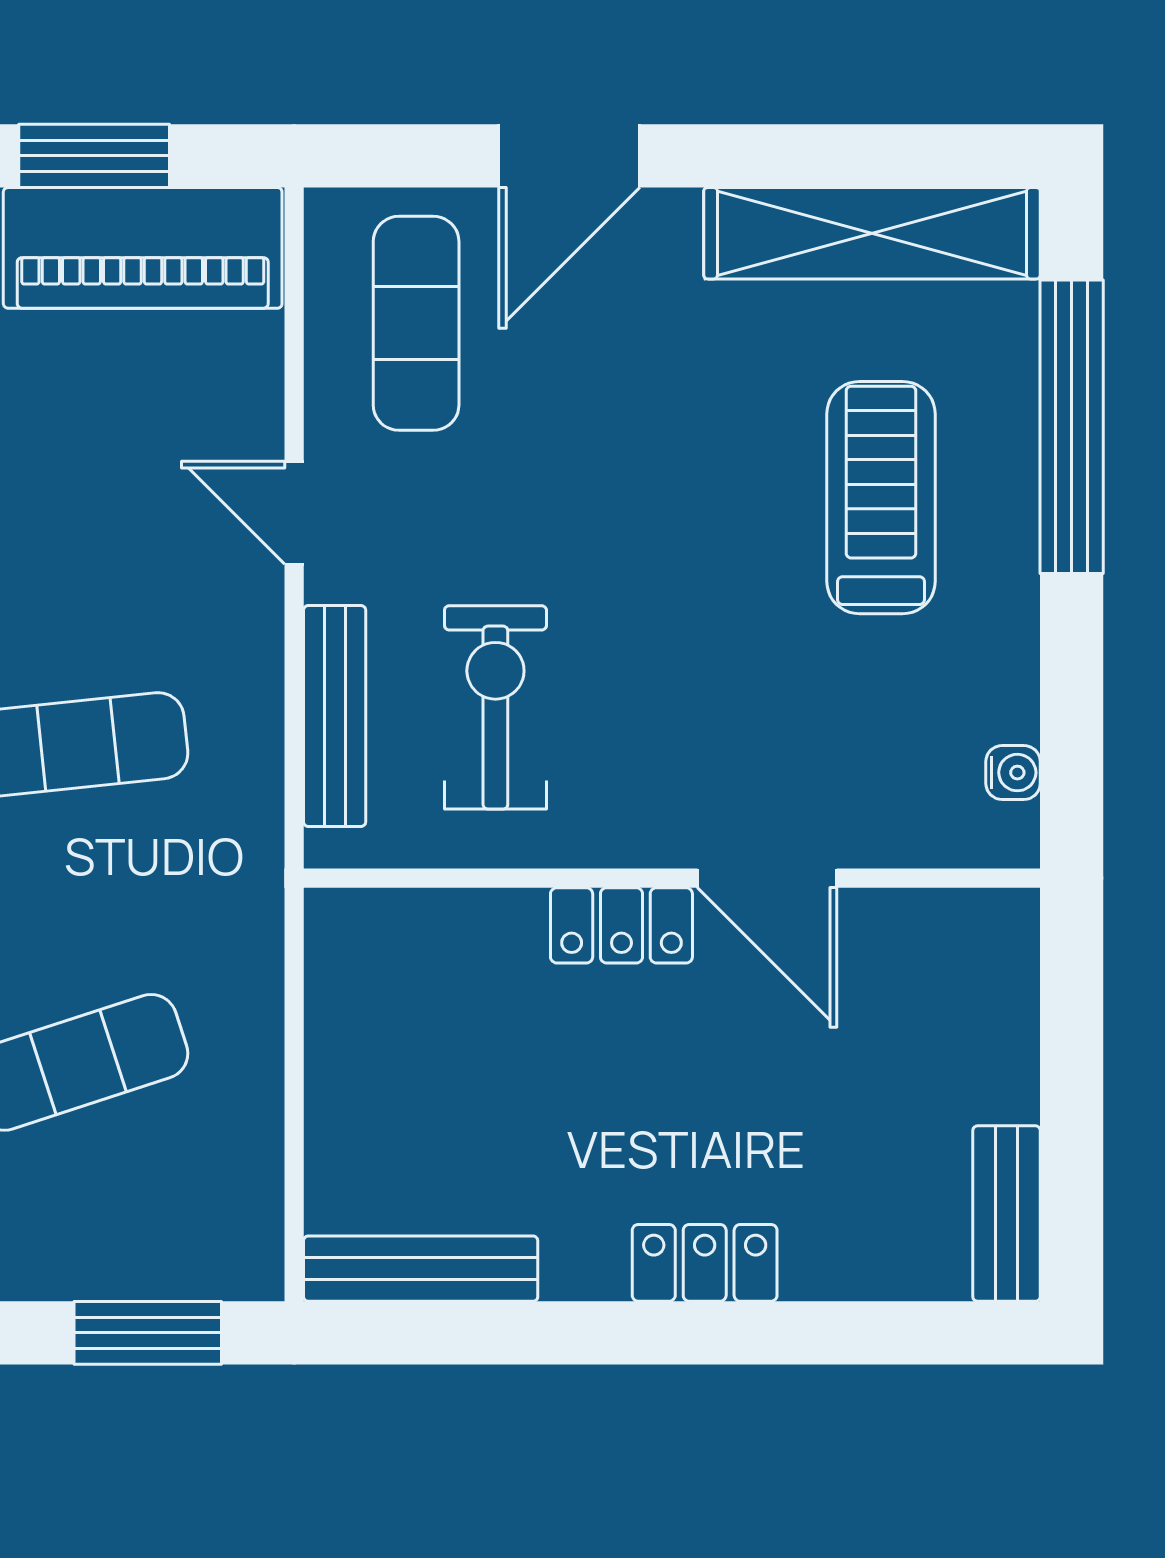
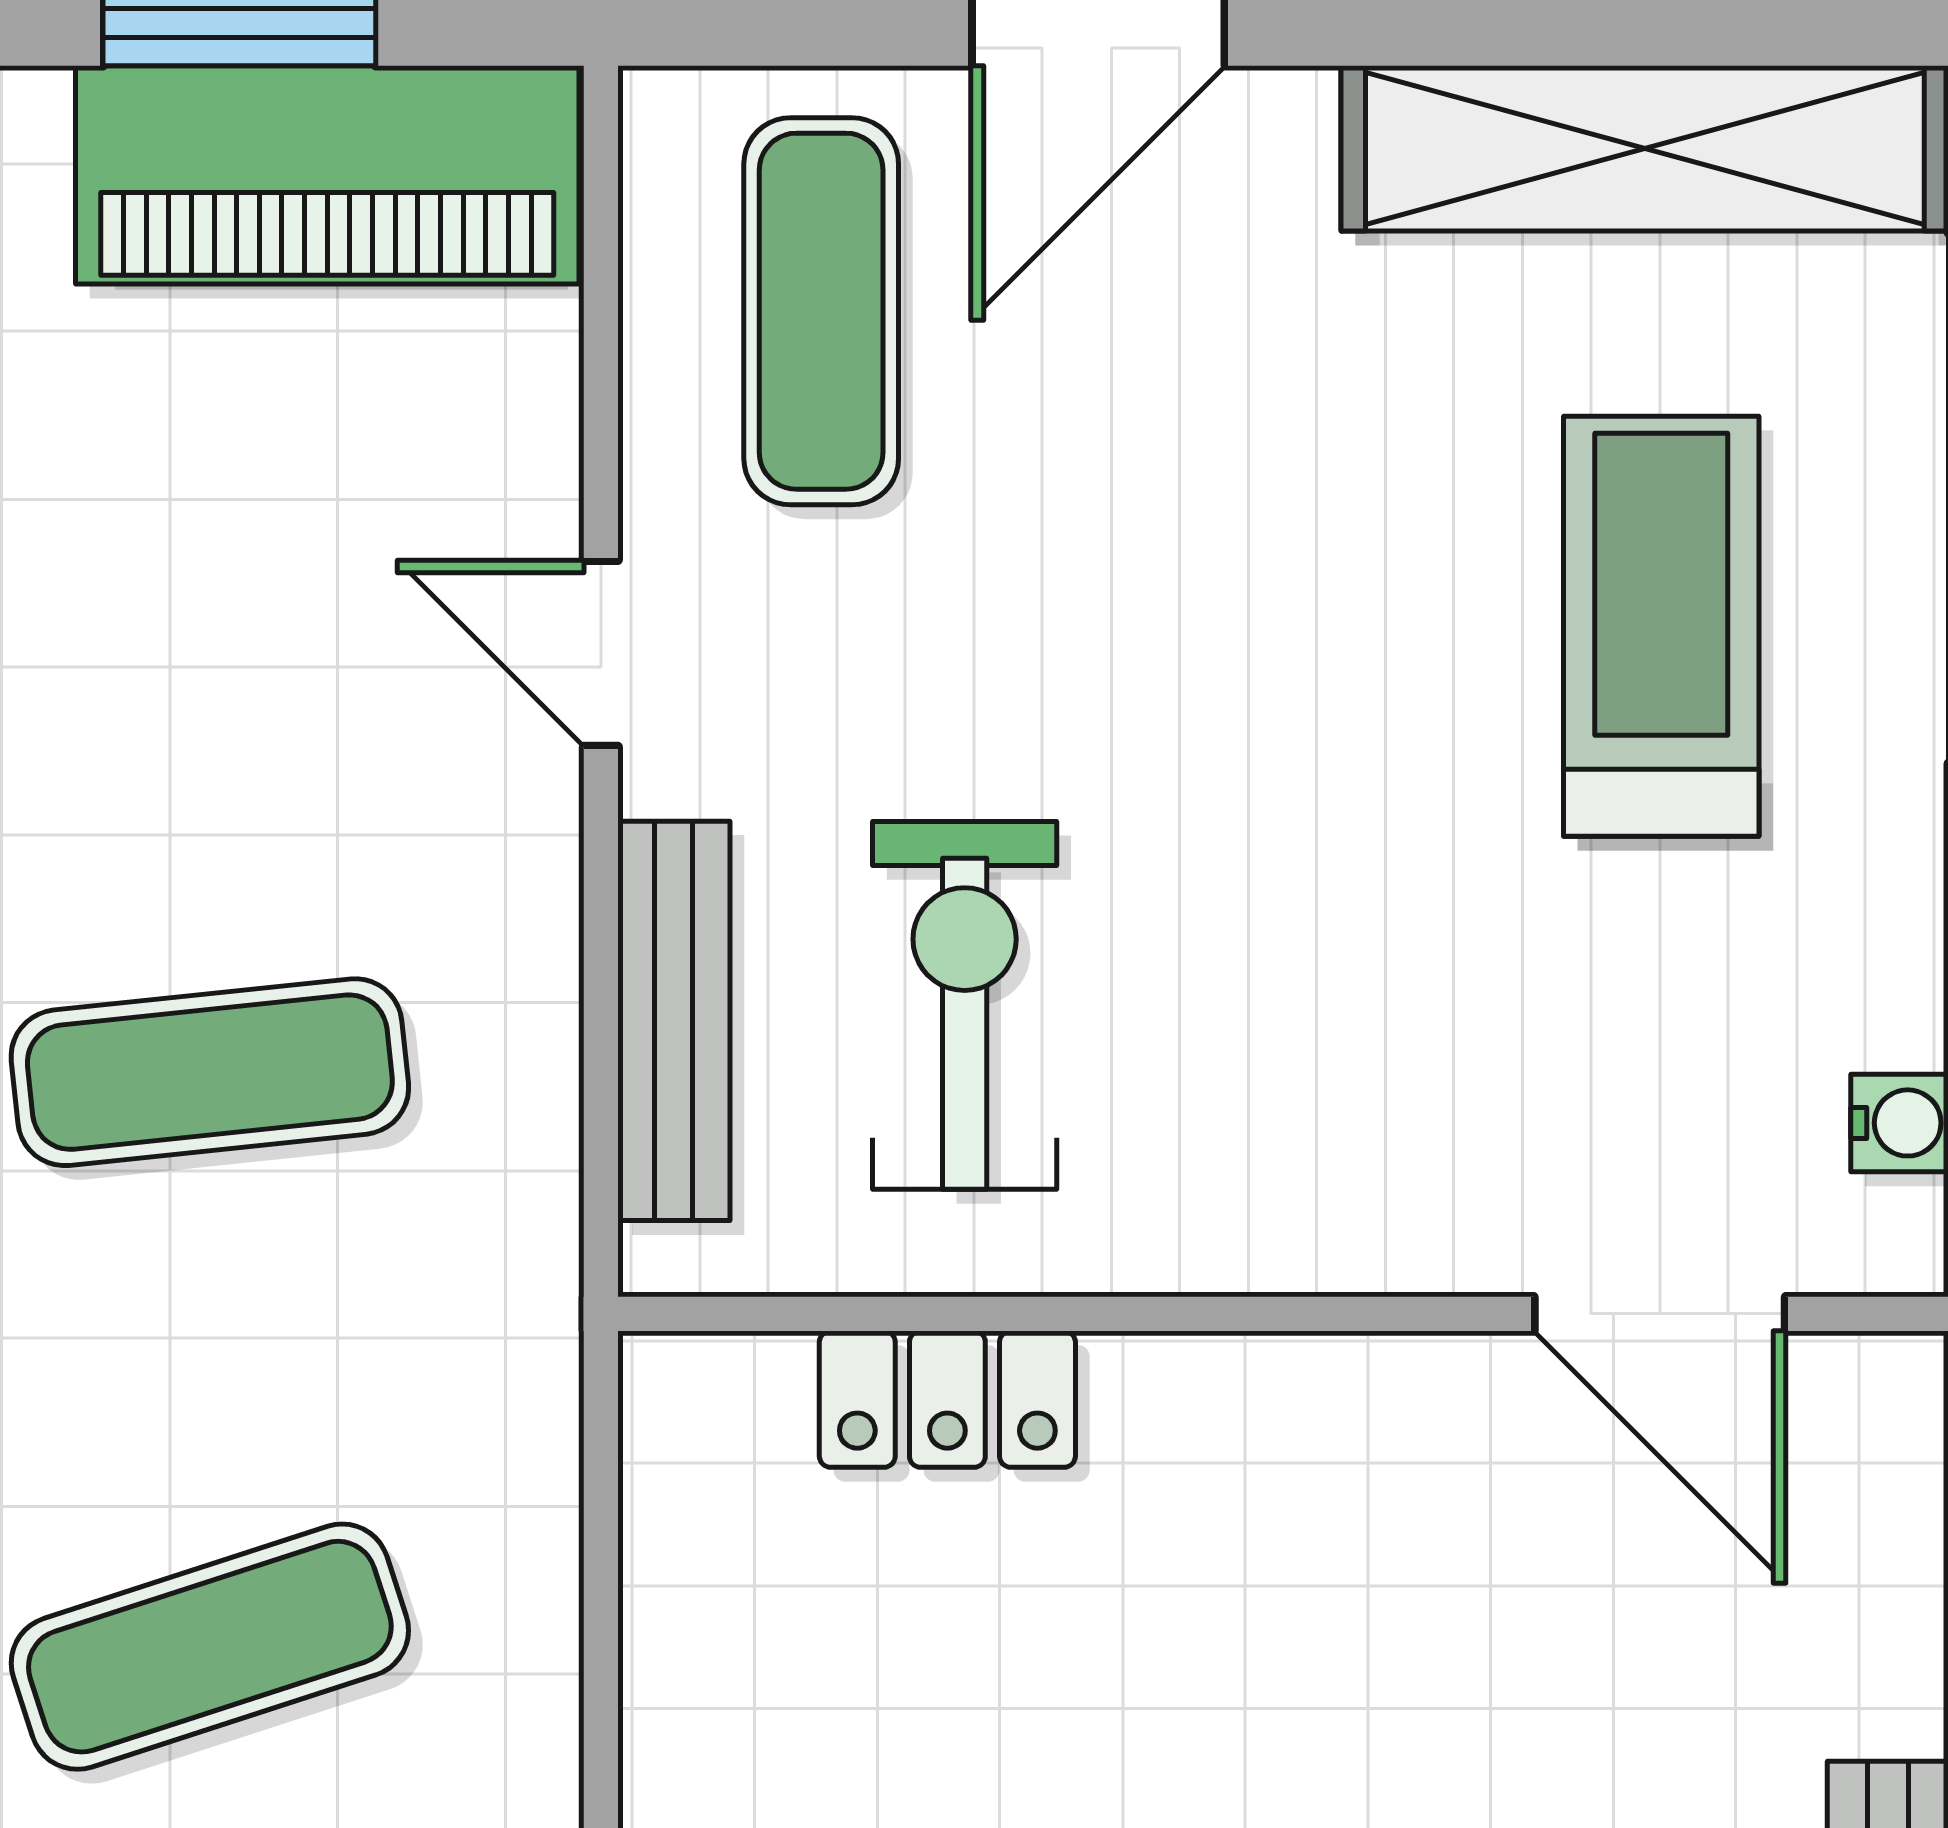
door: (767, 878) -> (1660, 1314), moved
locker: (621, 925) -> (947, 1399), moved

